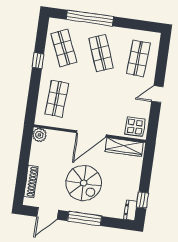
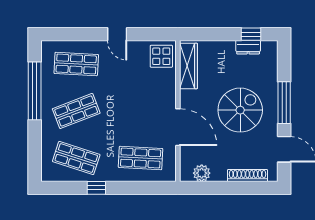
window: (90, 18) -> (35, 91), moved
shop shelf: (64, 48) -> (76, 158), turned 42
door: (91, 134) -> (178, 127), moved
plant: (39, 135) -> (202, 173), moved
dresser: (131, 210) -> (248, 47), moved

